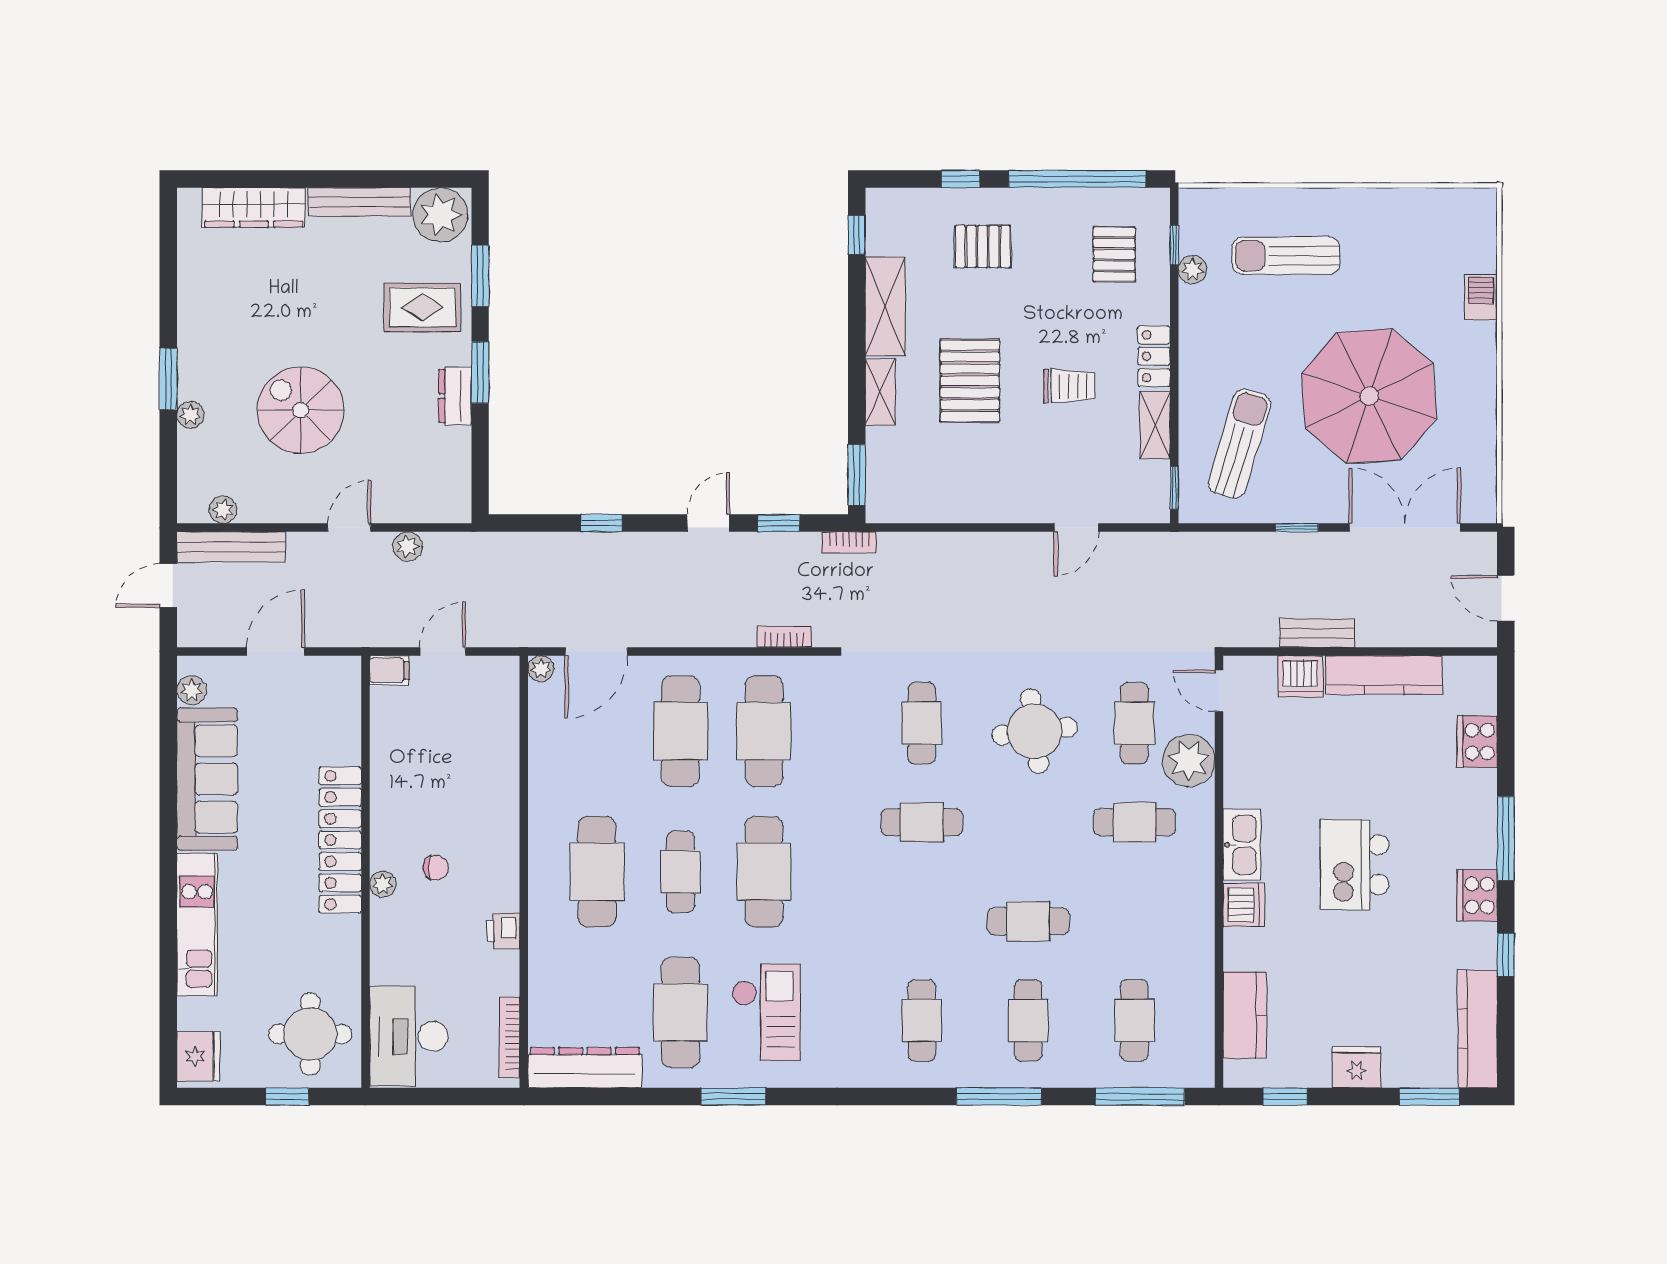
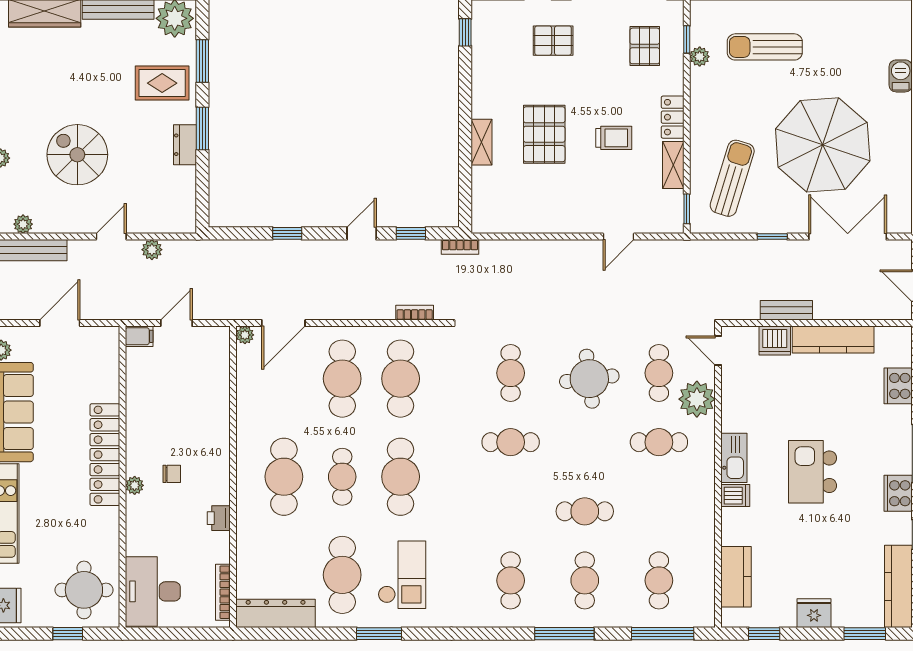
shelving: (885, 307) -> (485, 82), removed
window: (857, 475) -> (465, 200), removed
dishwasher: (1244, 905) -> (735, 496), width x0.73

